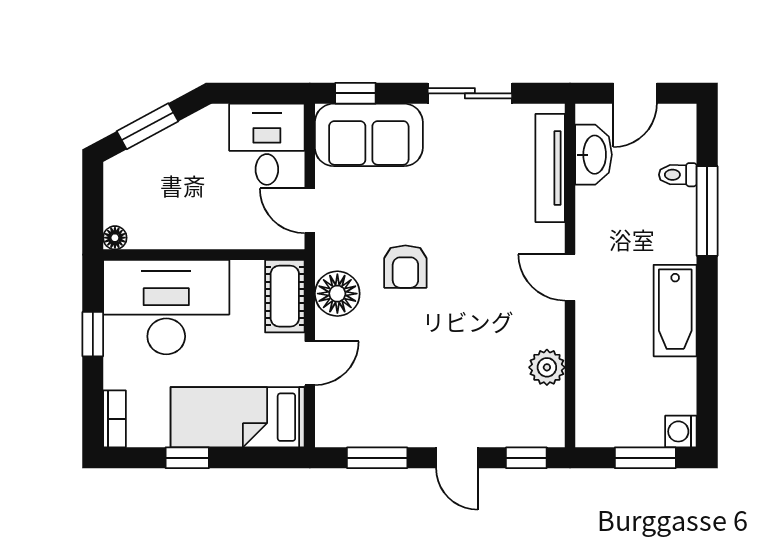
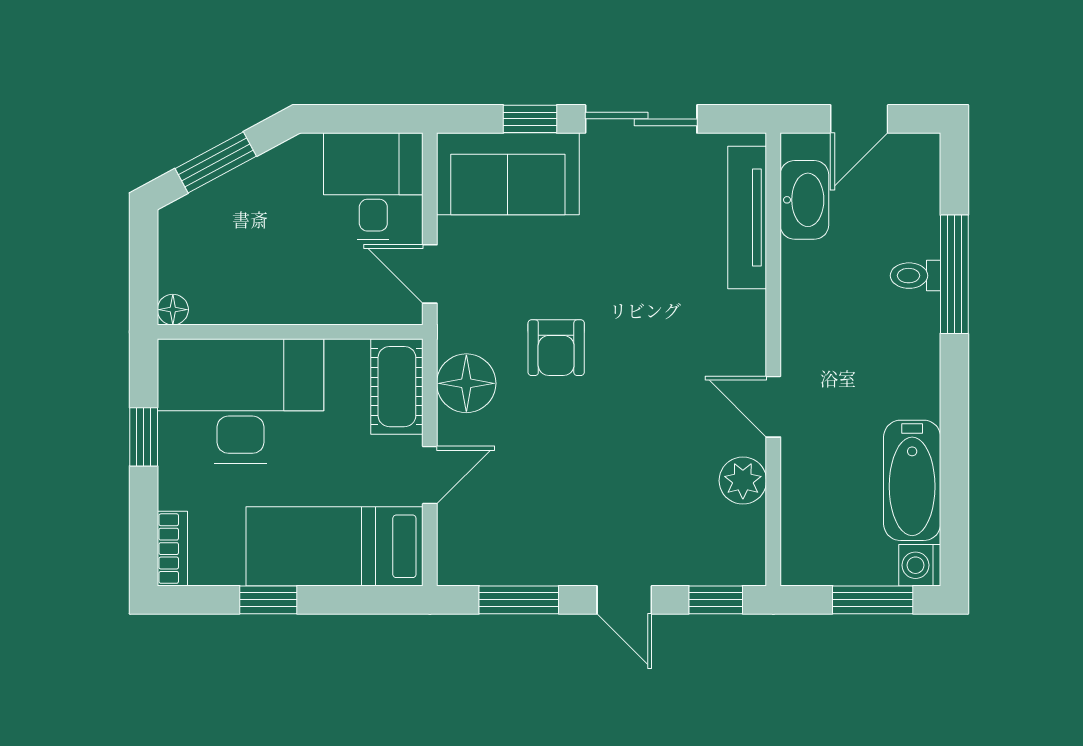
window: (355, 93) -> (530, 119), moved
toilet: (678, 175) -> (915, 276), moved
door: (570, 277) -> (773, 407), moved
bathtub: (675, 311) -> (912, 480), moved

